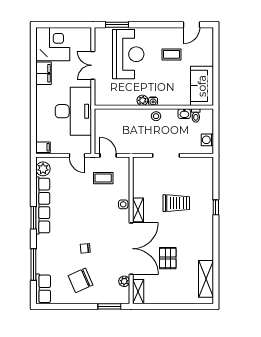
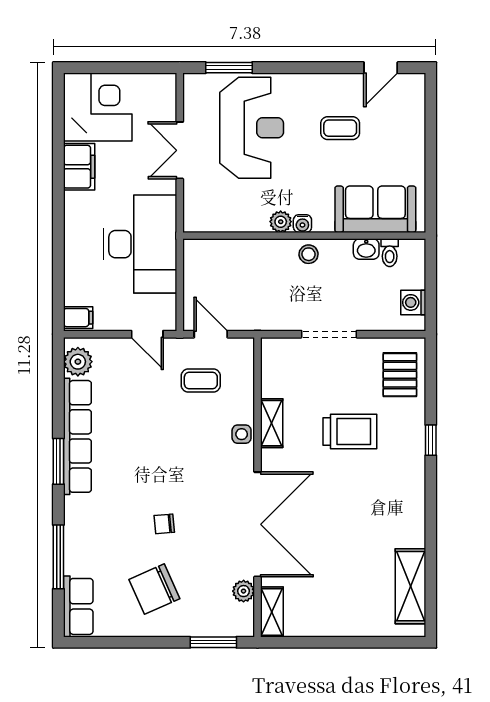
sofa: (202, 86) -> (375, 209), moved, turned 90
shelving: (138, 210) -> (272, 423), moved
pallet: (168, 258) -> (400, 375), moved

